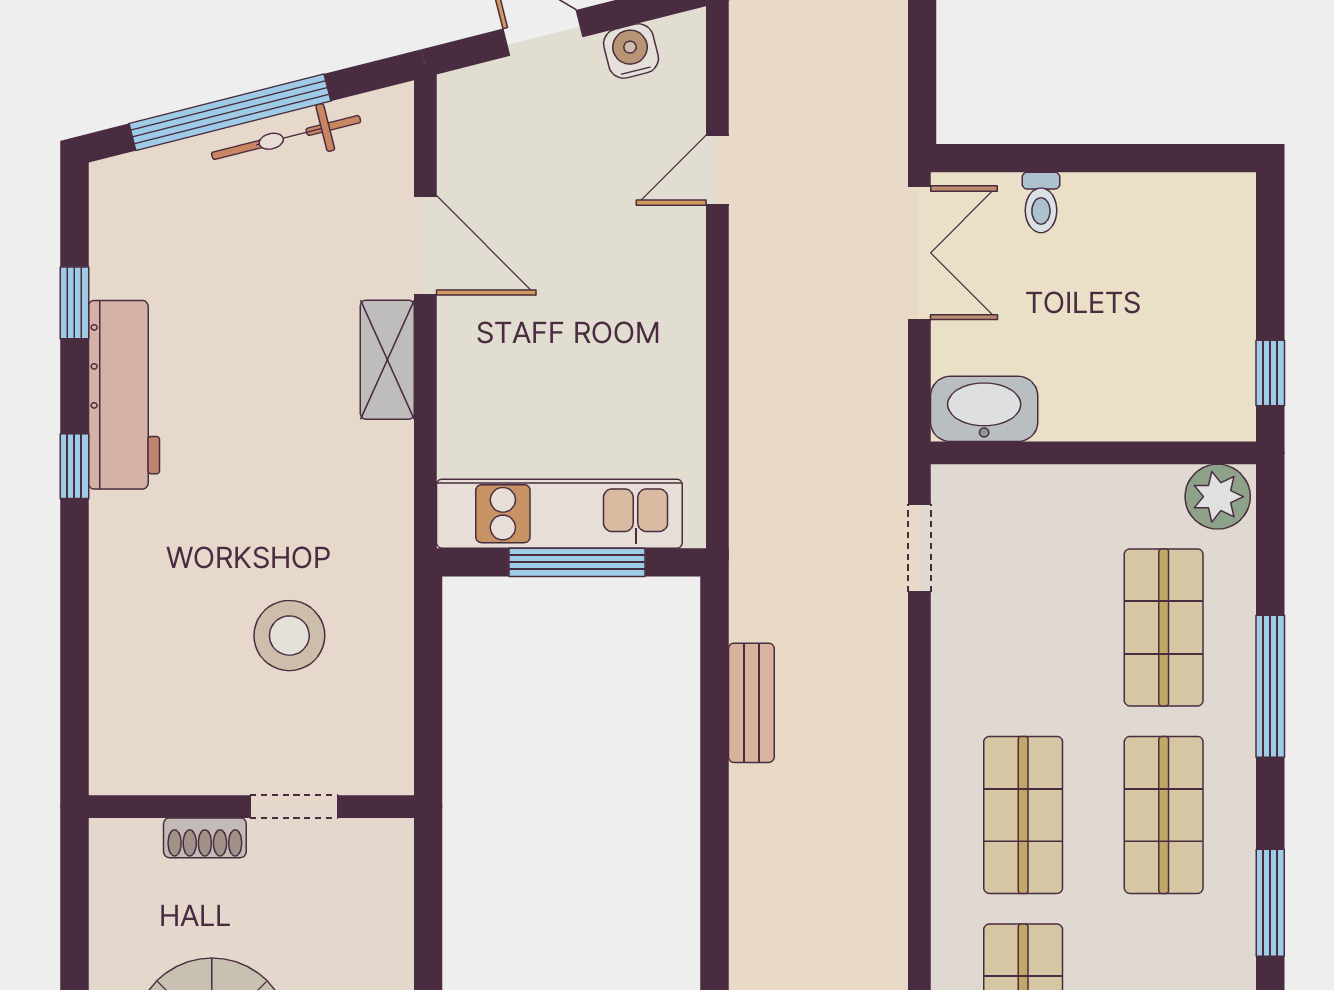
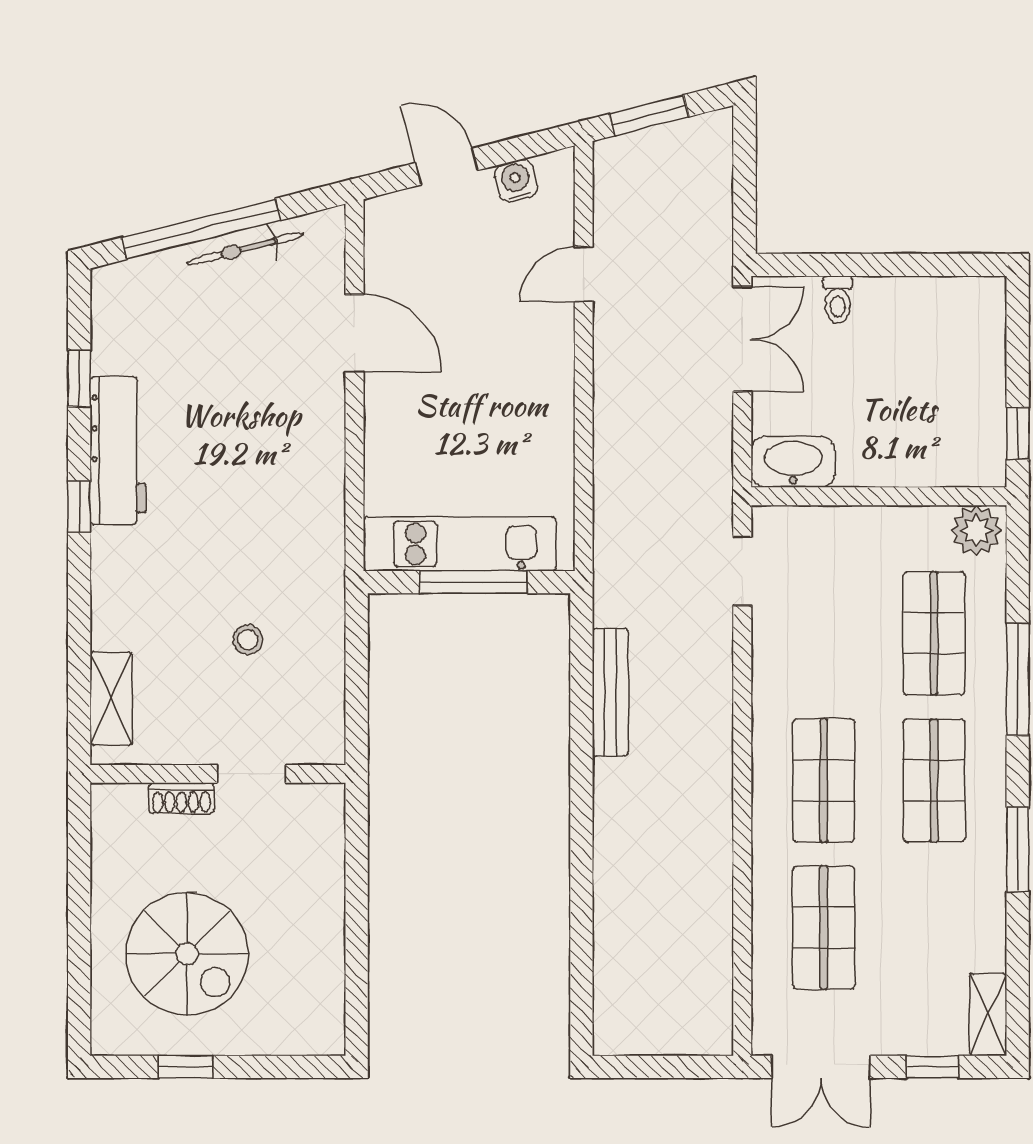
shelving: (387, 360) -> (111, 698), moved
stool: (289, 636) -> (248, 640), width x0.53, depth x0.53
bench: (751, 703) -> (610, 692), width x1.36

